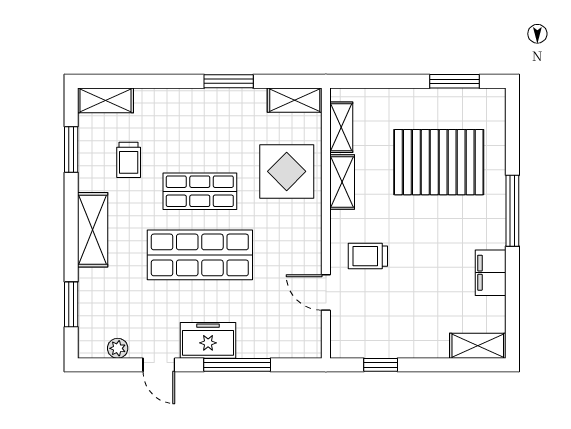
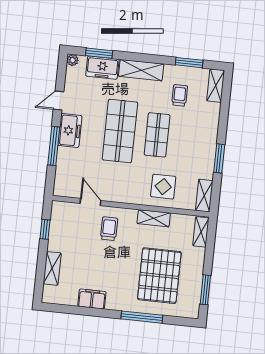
shelving: (341, 127) -> (201, 232), moved, turned 90
trolley: (129, 160) -> (180, 95), turned 90
display table: (287, 171) -> (163, 187), width x0.73, depth x0.73
window: (512, 211) -> (142, 317), moved
door: (326, 292) -> (90, 202), hinge flipped
freezer: (95, 296) -> (102, 68), added
shelving: (478, 346) -> (52, 268), moved
plant: (118, 348) -> (73, 60), moved

